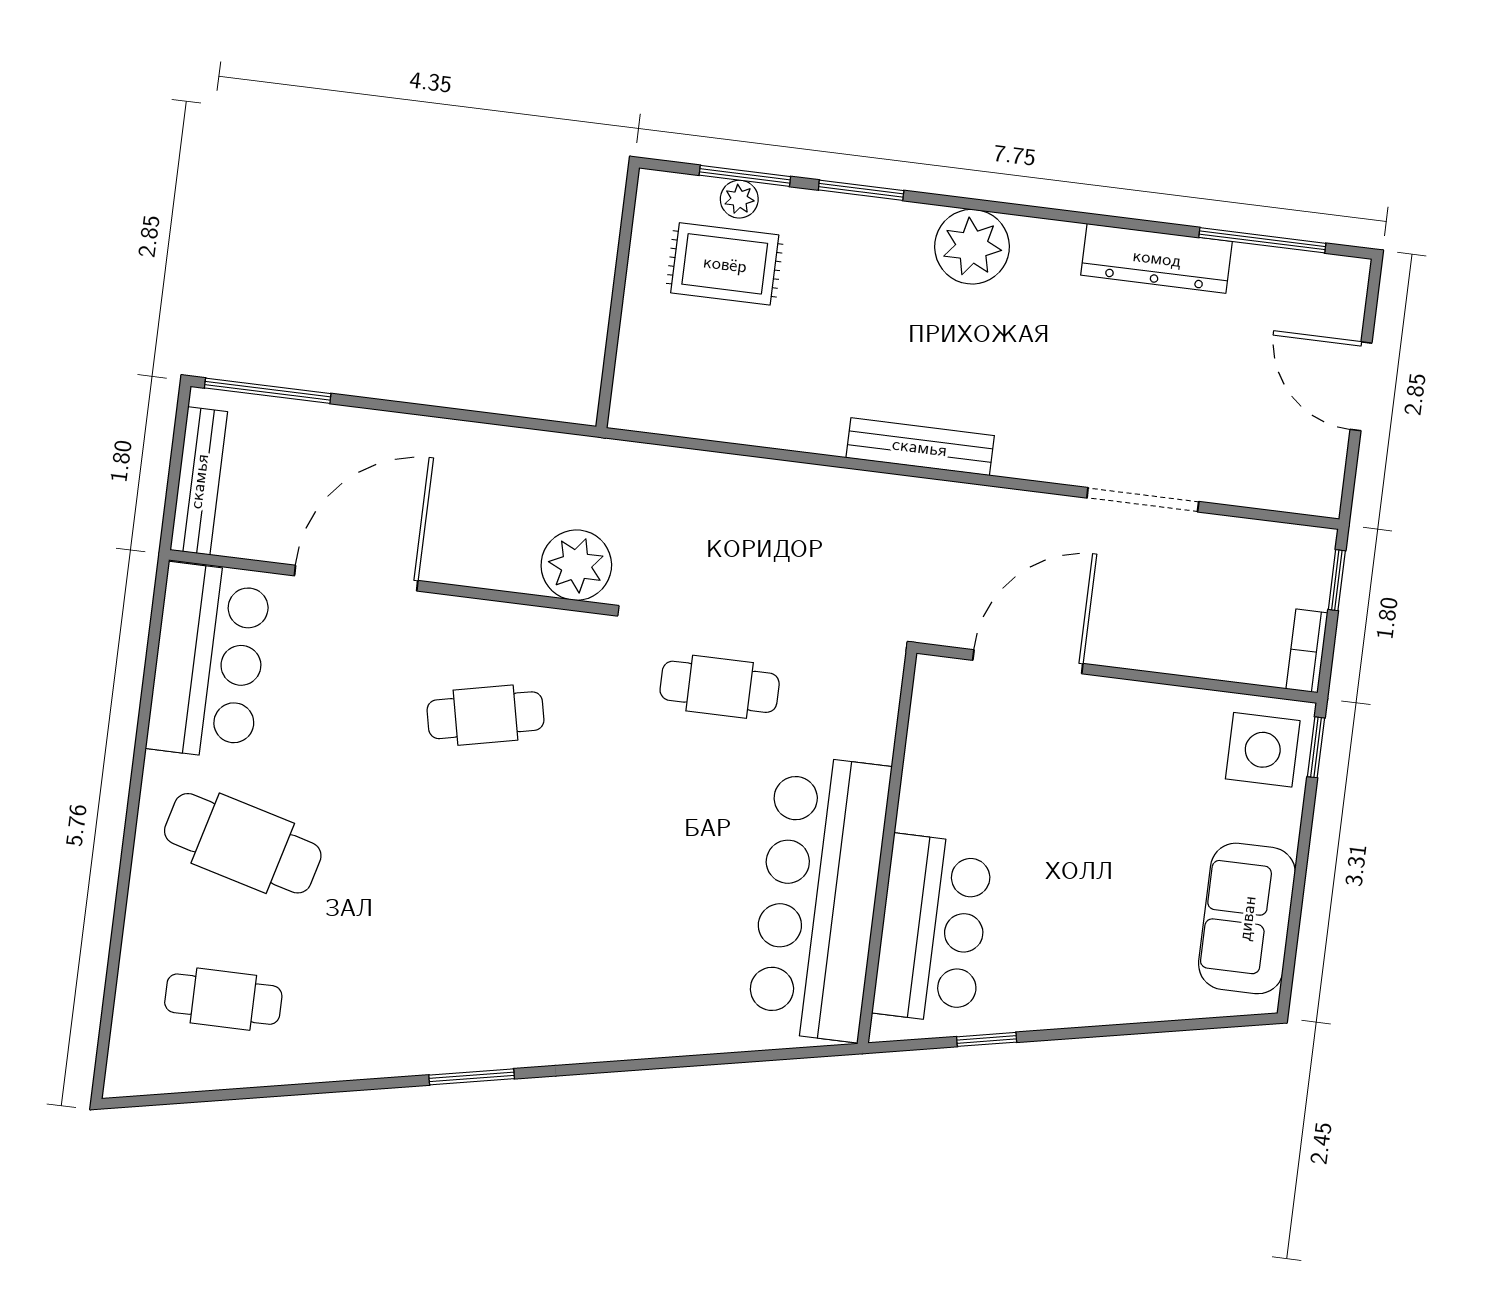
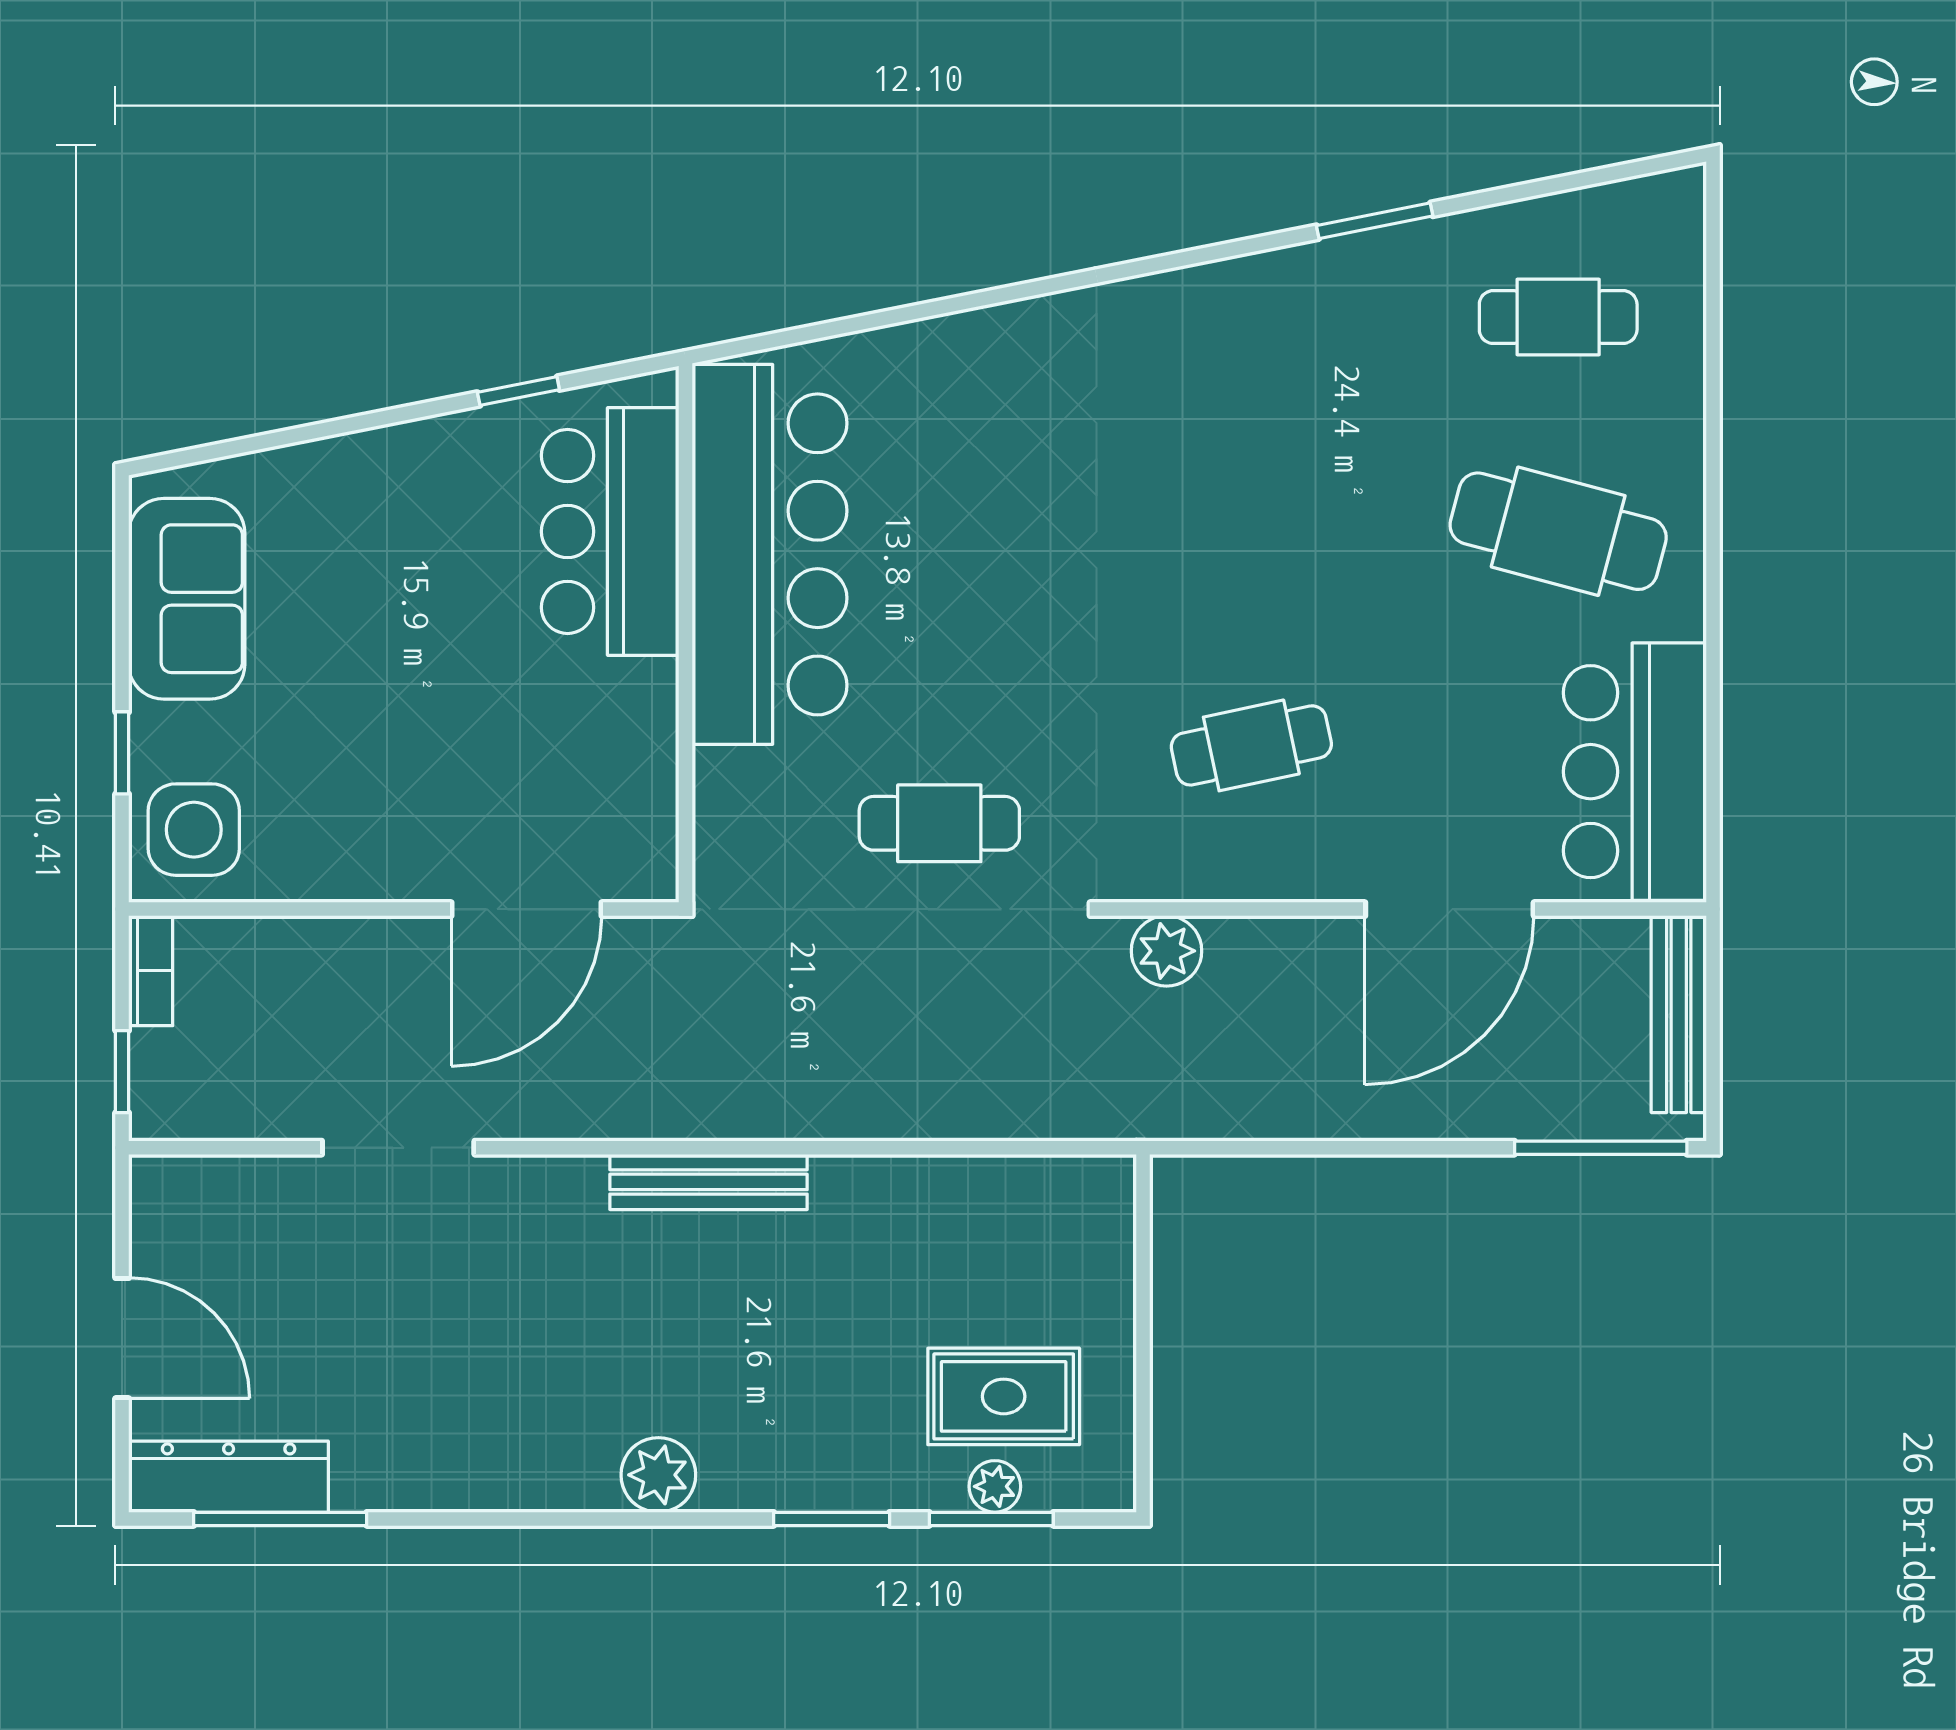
plant: (972, 247) -> (658, 1475), width x0.73, depth x0.73
dresser: (1157, 258) -> (229, 1477), moved
plant: (576, 565) -> (1166, 951), width x0.73, depth x0.73
window: (1316, 747) -> (122, 753), moved
window: (472, 1077) -> (1375, 221), moved

